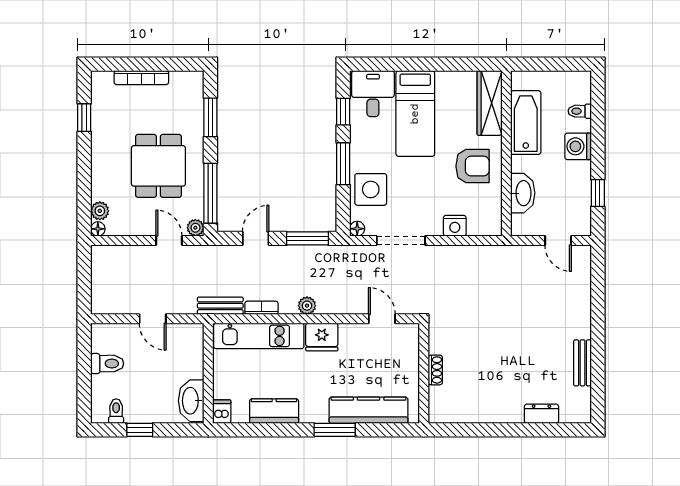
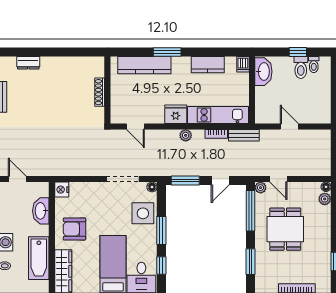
nightstand: (455, 226) -> (62, 190), moved, turned -90
toilet: (107, 364) -> (301, 67), moved, turned -90
shoe rack: (435, 370) -> (100, 92), width x1.43

